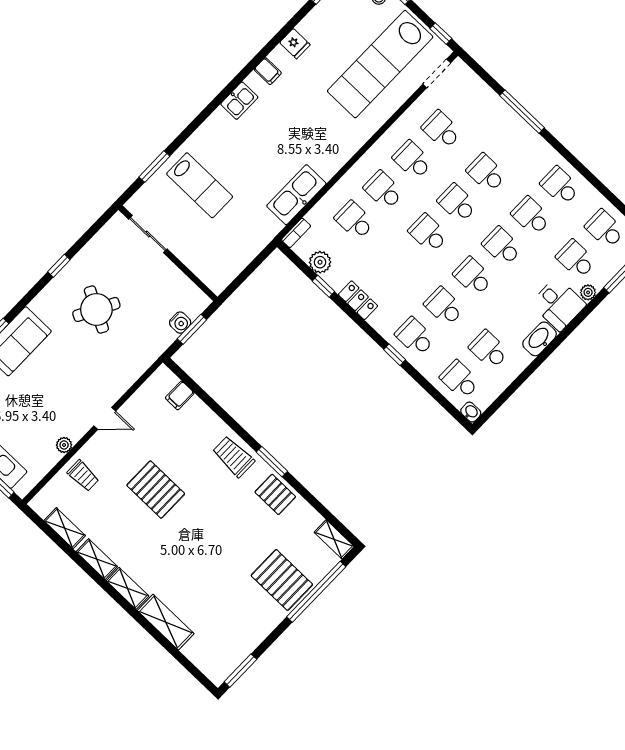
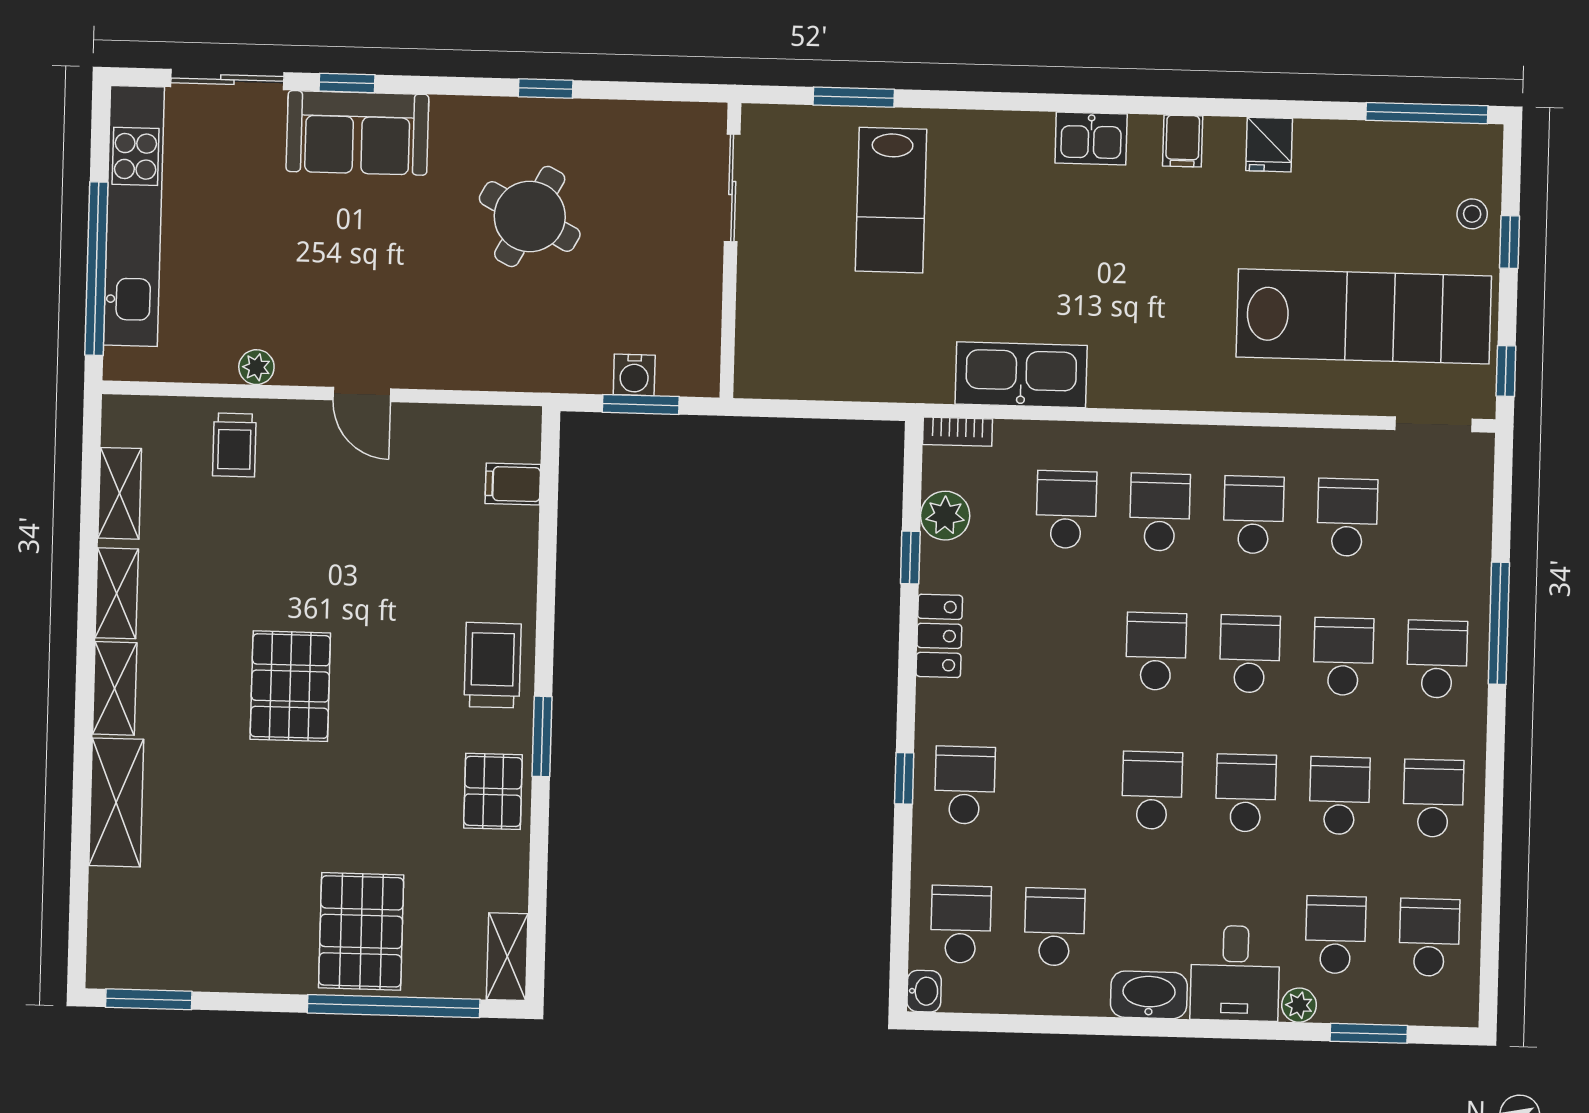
lab bench: (380, 64) -> (1364, 316), turned 180
school desk: (444, 307) -> (1437, 659), moved
pallet: (156, 490) -> (290, 686), moved

